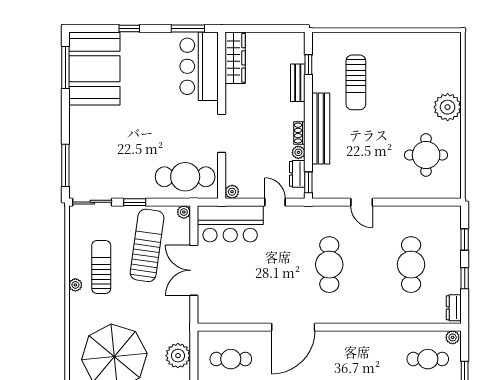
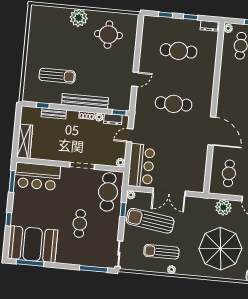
wardrobe: (235, 58) -> (25, 141), moved, turned 90
cafe table: (133, 138) -> (80, 224), added
window: (135, 202) -> (123, 210), moved

